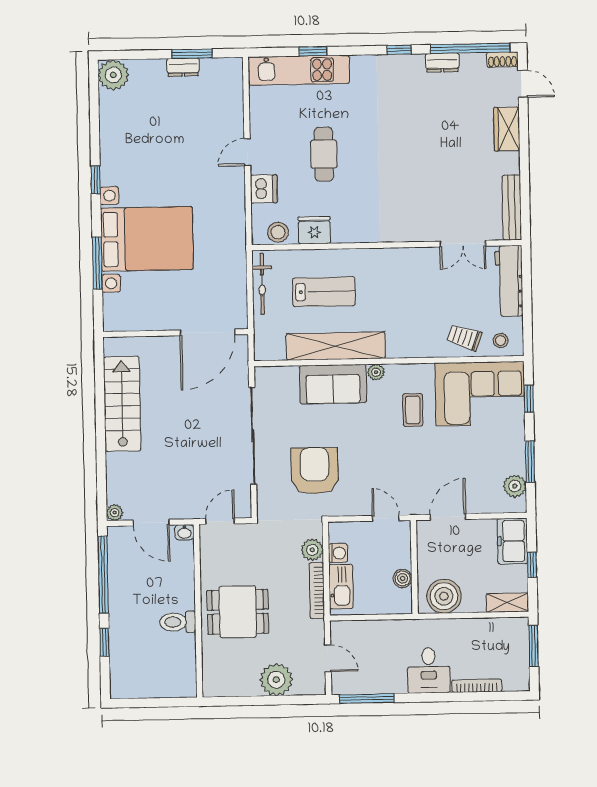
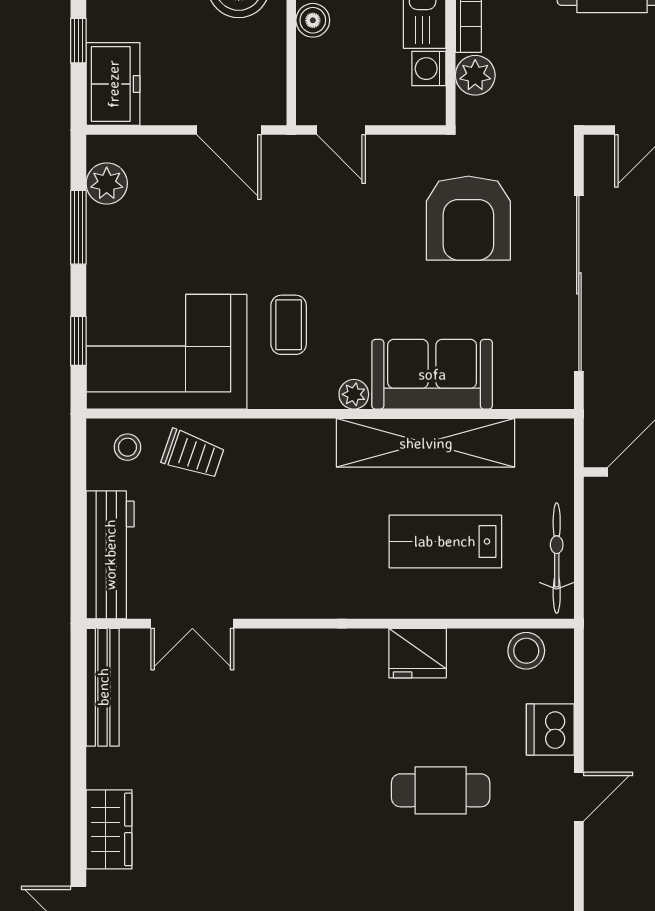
cafe table: (324, 154) -> (441, 790), turned 90
fridge: (314, 230) -> (418, 653), moved
double door: (463, 244) -> (192, 624), swing flipped
door: (448, 517) -> (229, 130), hinge flipped

